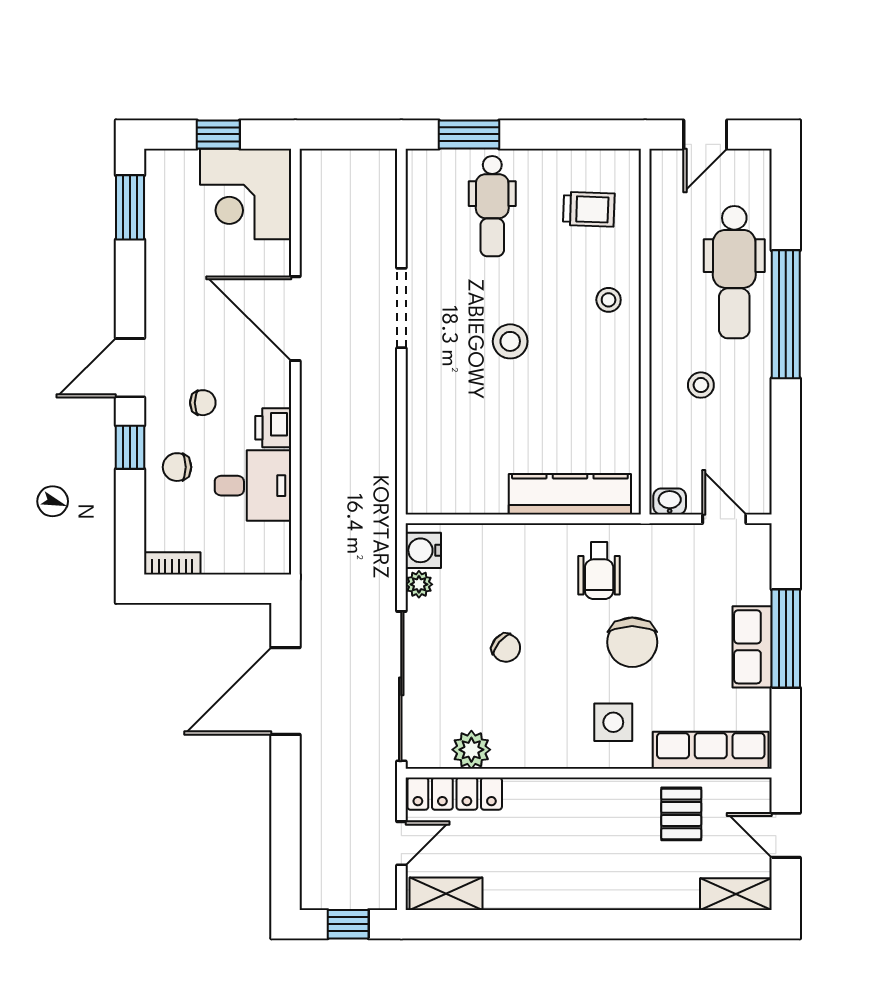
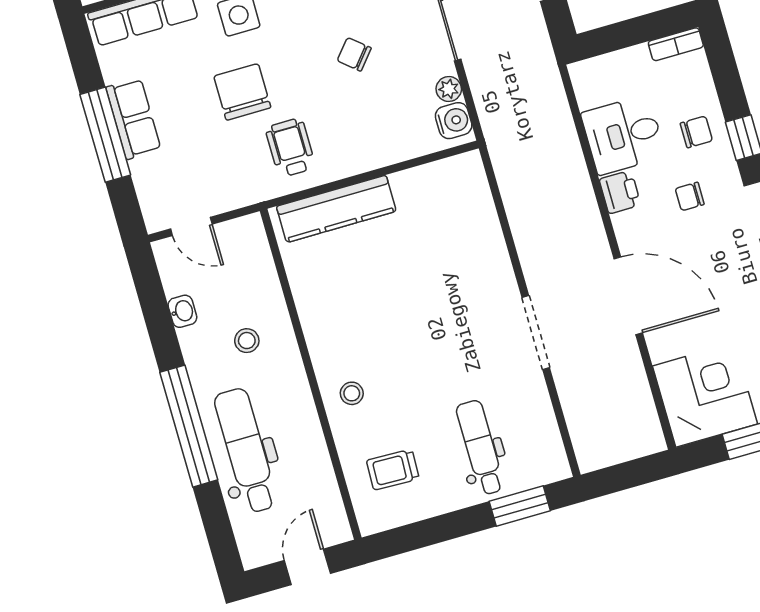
stool: (510, 341) -> (429, 331), removed
washbasin: (670, 501) -> (182, 311), moved, turned -90

